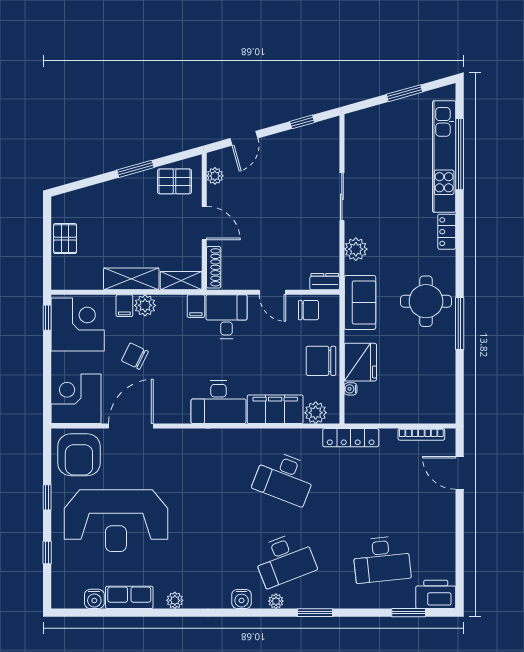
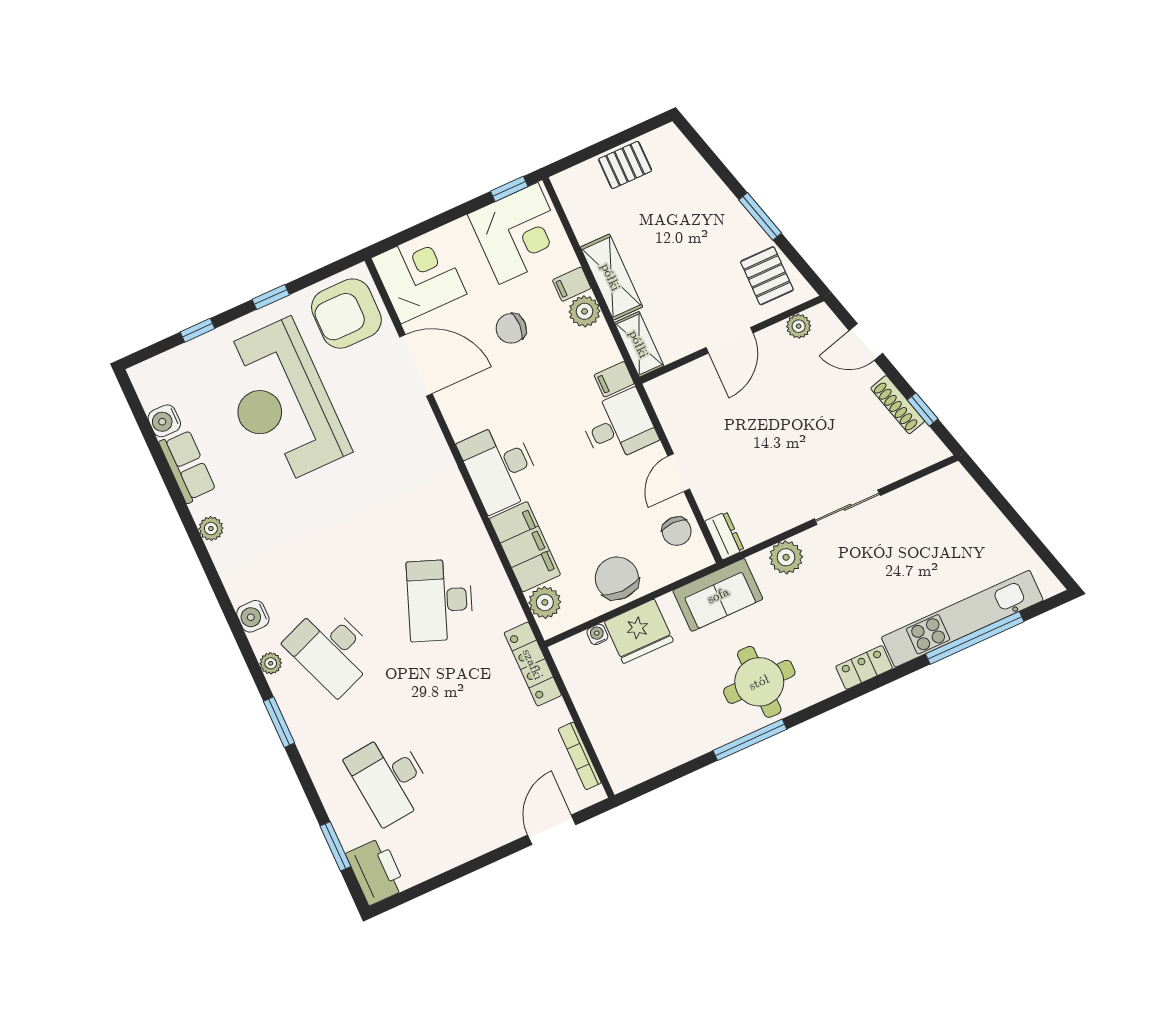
window: (405, 93) -> (1023, 528), removed
shoe rack: (214, 267) -> (898, 405), moved, turned 74
chair: (135, 356) -> (511, 328), turned -114

